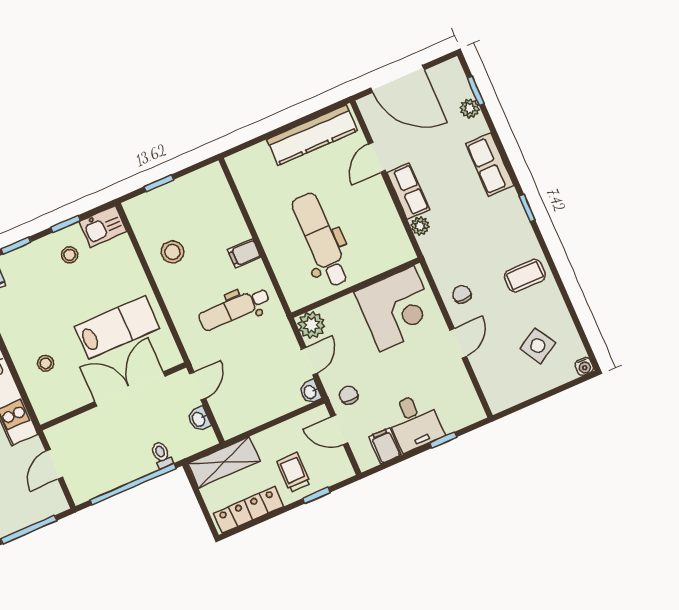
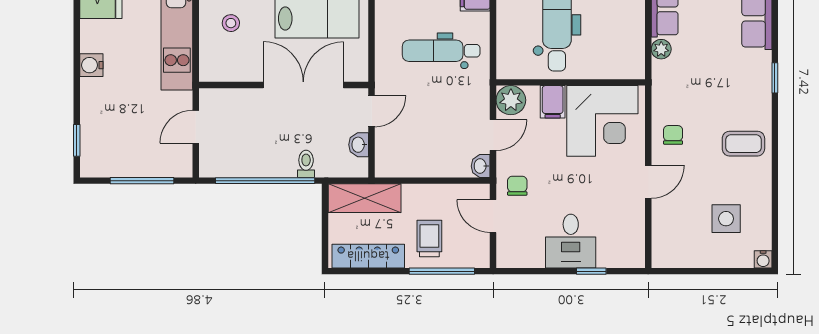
side table: (538, 346) -> (726, 219), turned 31
filing cabinet: (385, 446) -> (553, 102), moved, turned 180
window: (316, 495) -> (442, 271), width x2.17

